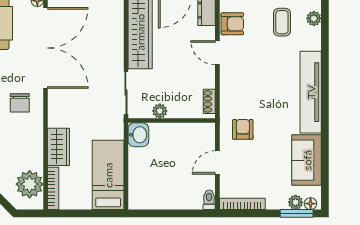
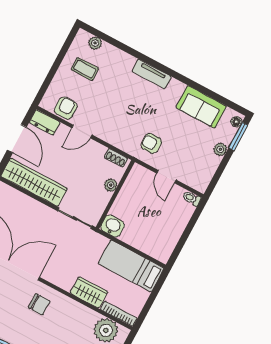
tv unit: (311, 92) -> (152, 74), width x0.52, depth x0.78
plant: (160, 111) -> (111, 185), moved
plant: (296, 202) -> (220, 149), moved
bookcase: (242, 204) -> (209, 174), removed

